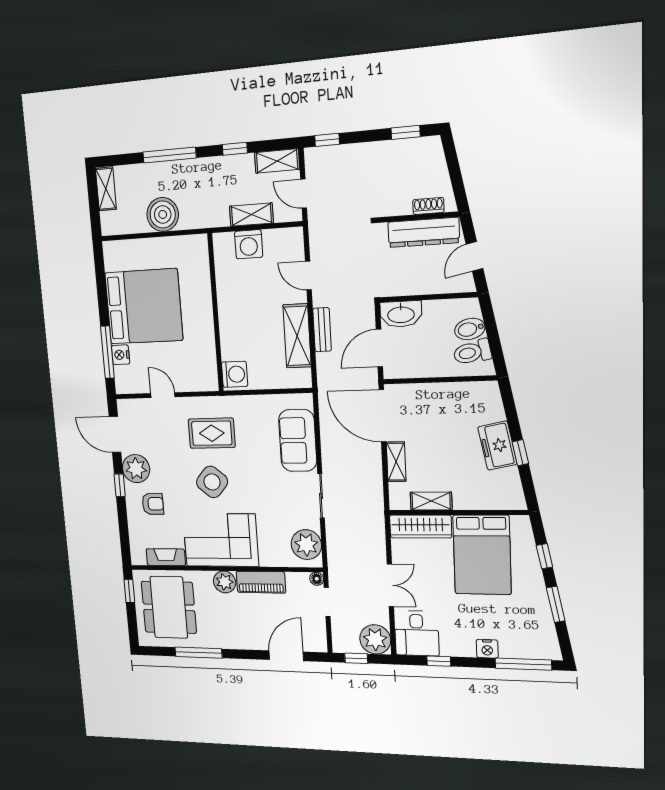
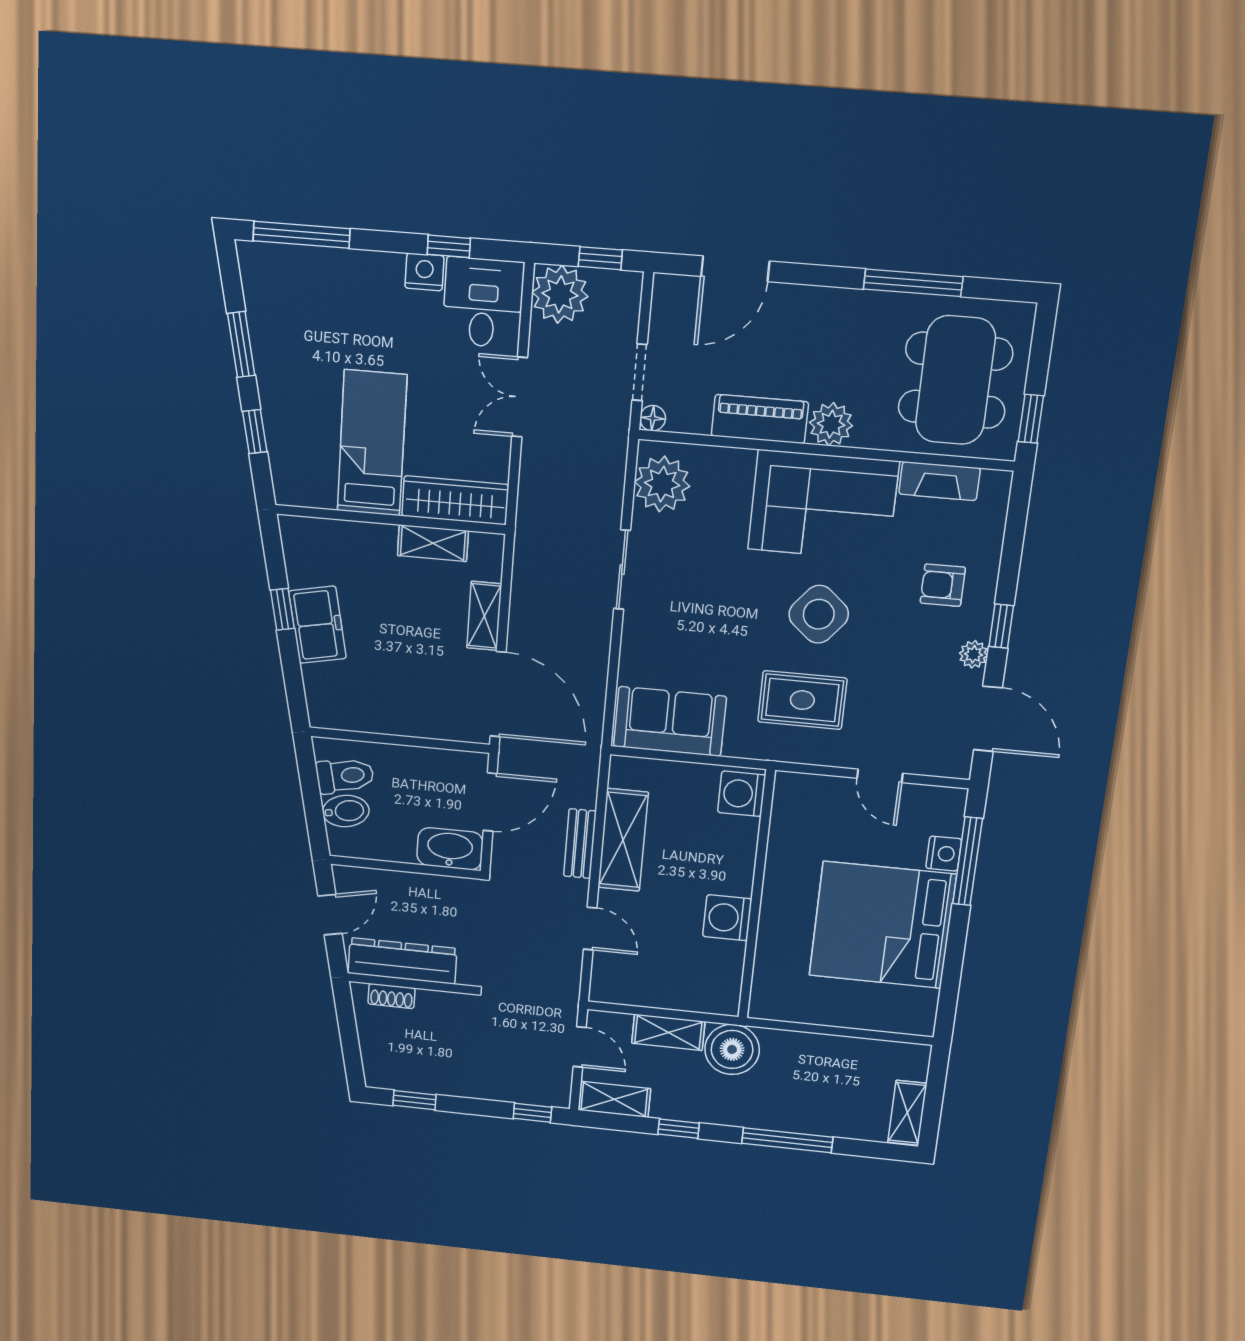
boiler: (163, 214) -> (732, 1049), moved
washing machine: (249, 244) -> (727, 918), moved, turned -90
sofa: (298, 440) -> (670, 721), moved, turned -90
plant: (136, 469) -> (974, 654), width x0.53, depth x0.53
bed: (482, 555) -> (372, 443), width x0.67
nightstand: (487, 649) -> (424, 272), moved

